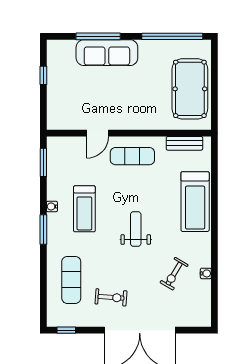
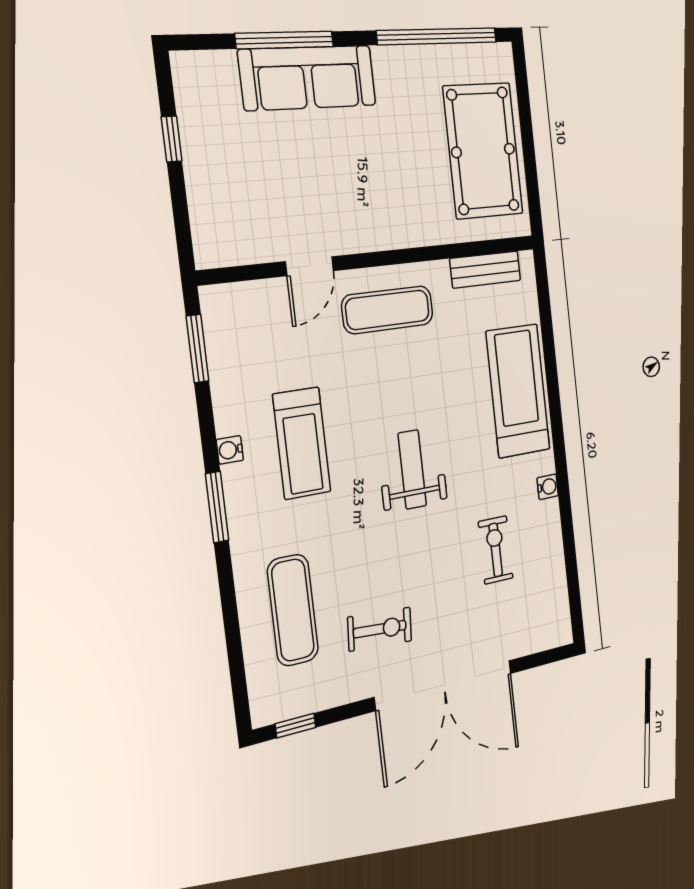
treadmill: (195, 202) -> (518, 391), turned 180
water cooler: (206, 273) -> (548, 487), moved
exercise bike: (174, 274) -> (496, 550), turned 149

